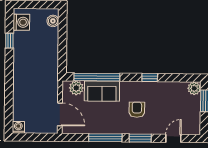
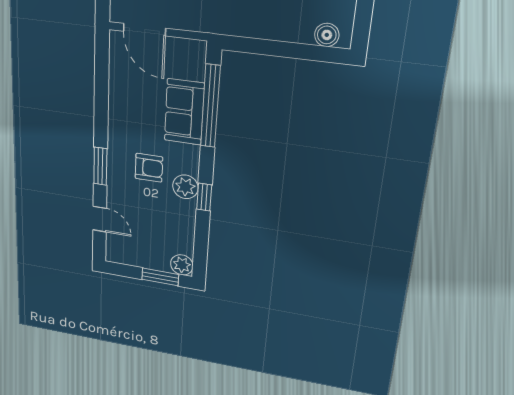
plant: (76, 88) -> (185, 187), moved
door: (60, 114) -> (144, 30), hinge flipped
window: (105, 138) -> (101, 107), removed

